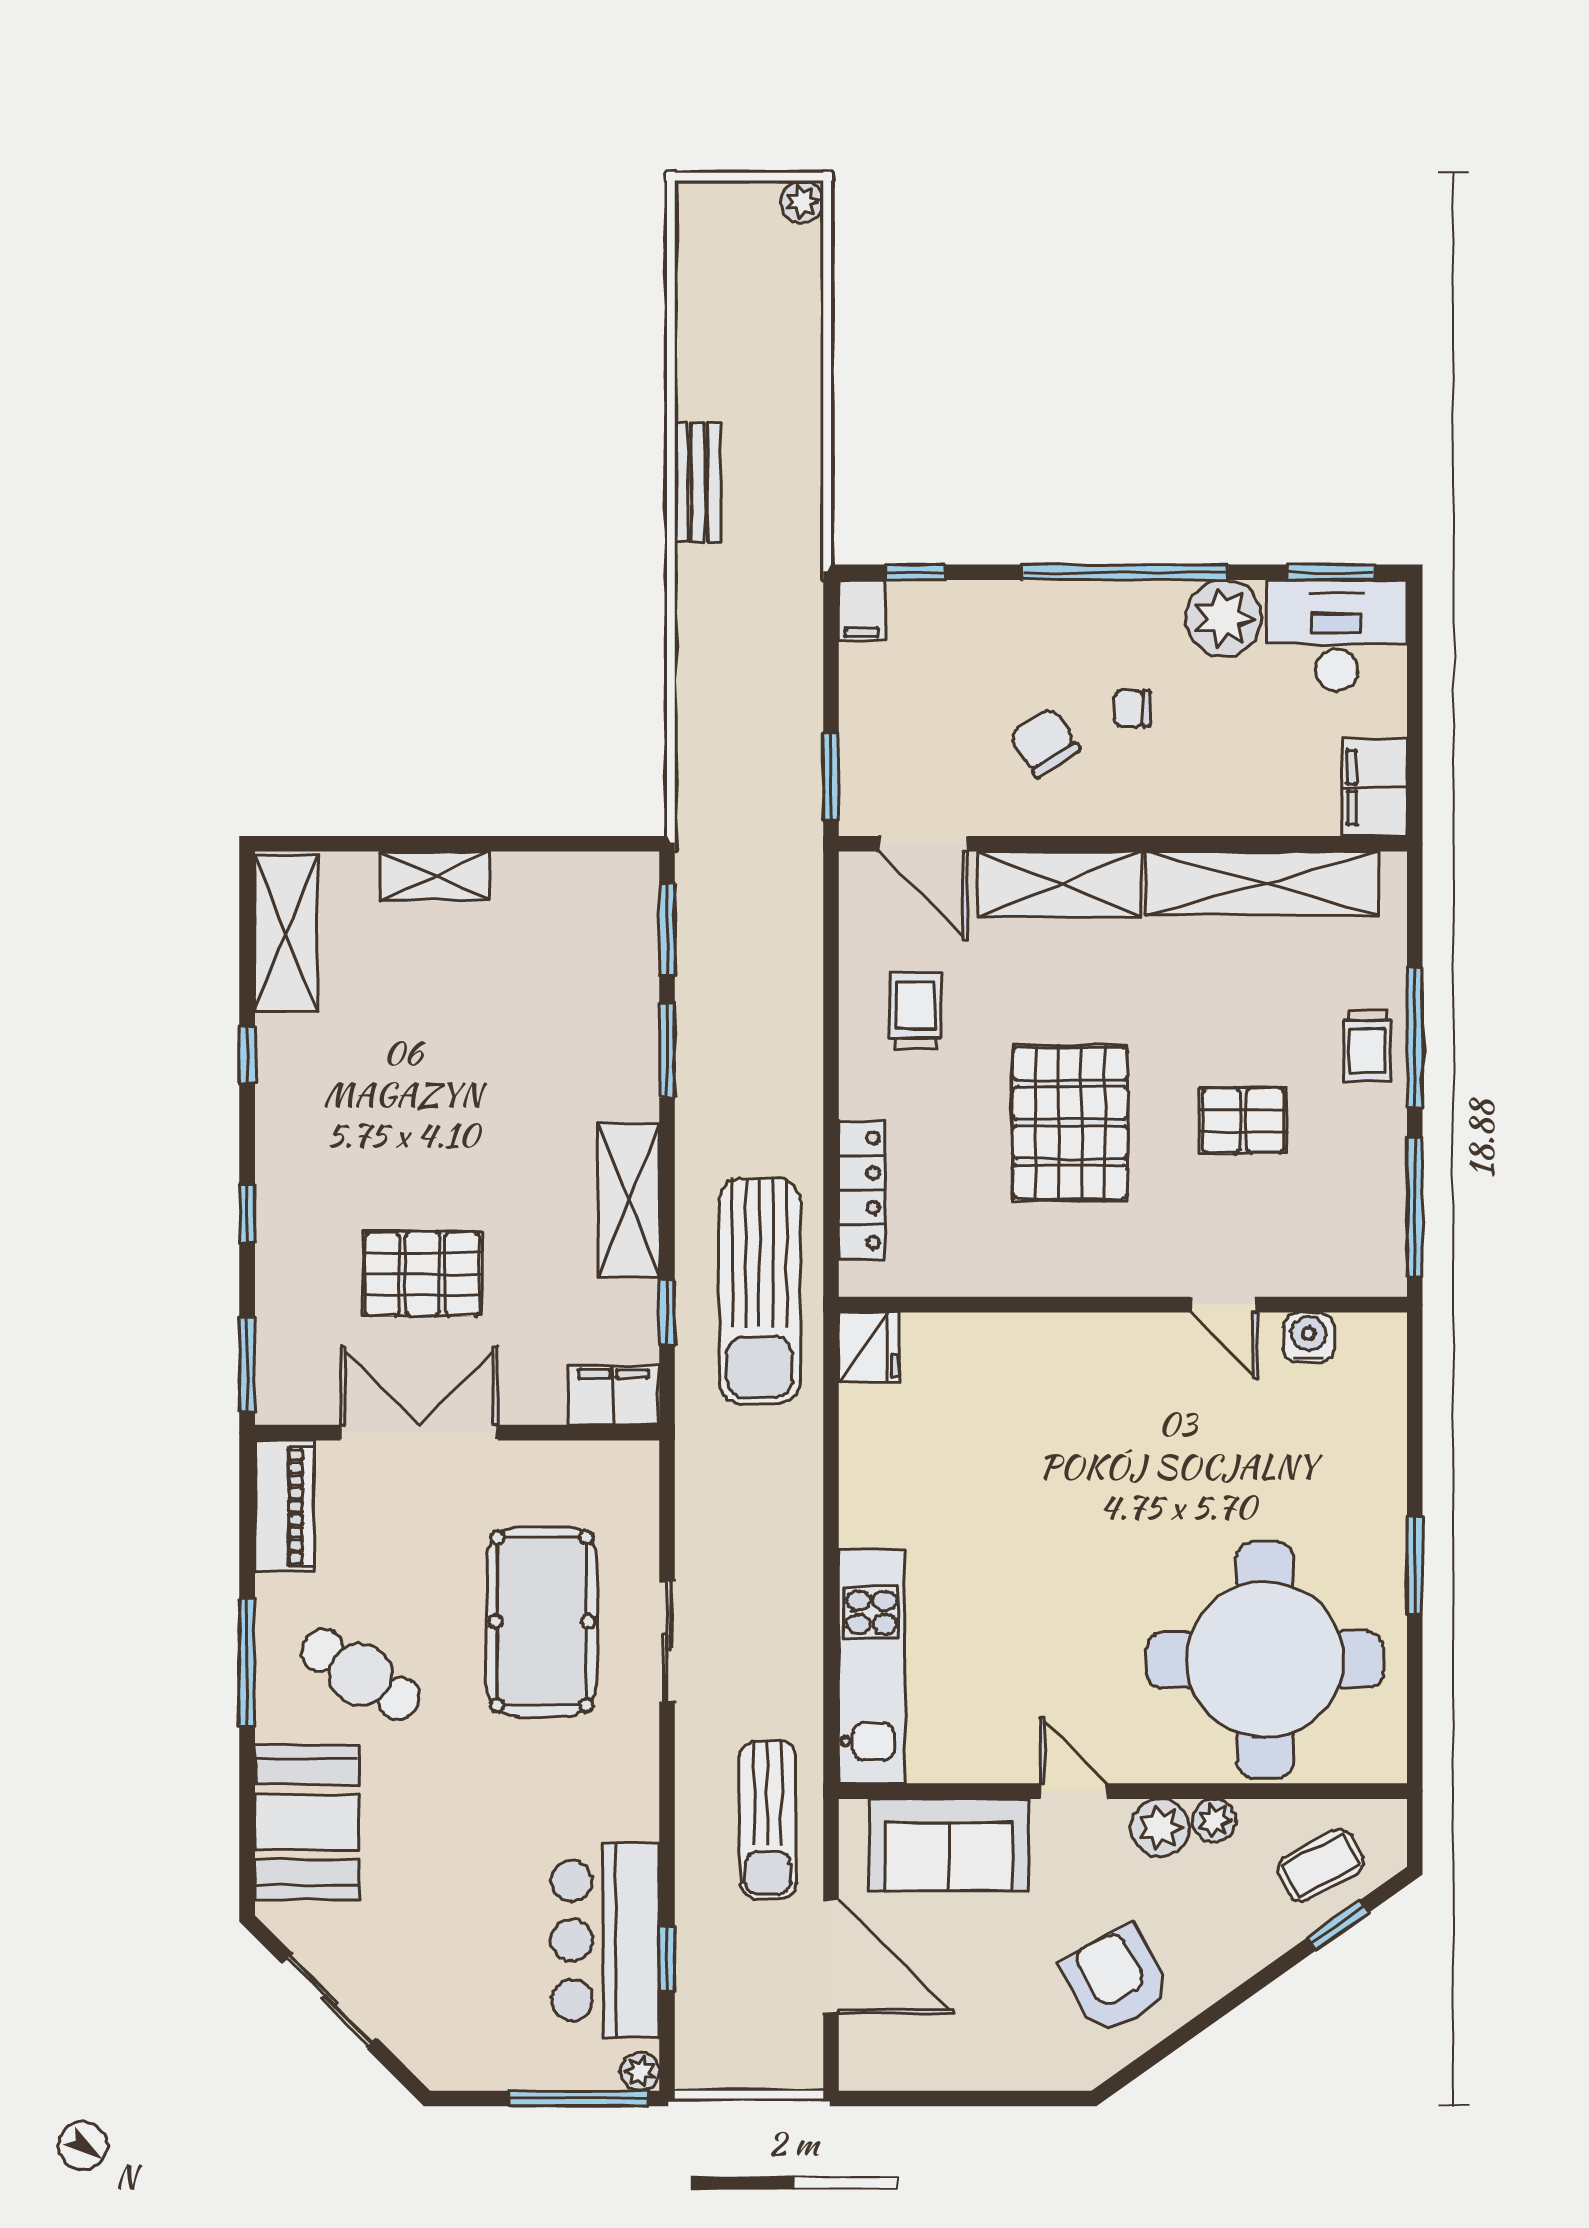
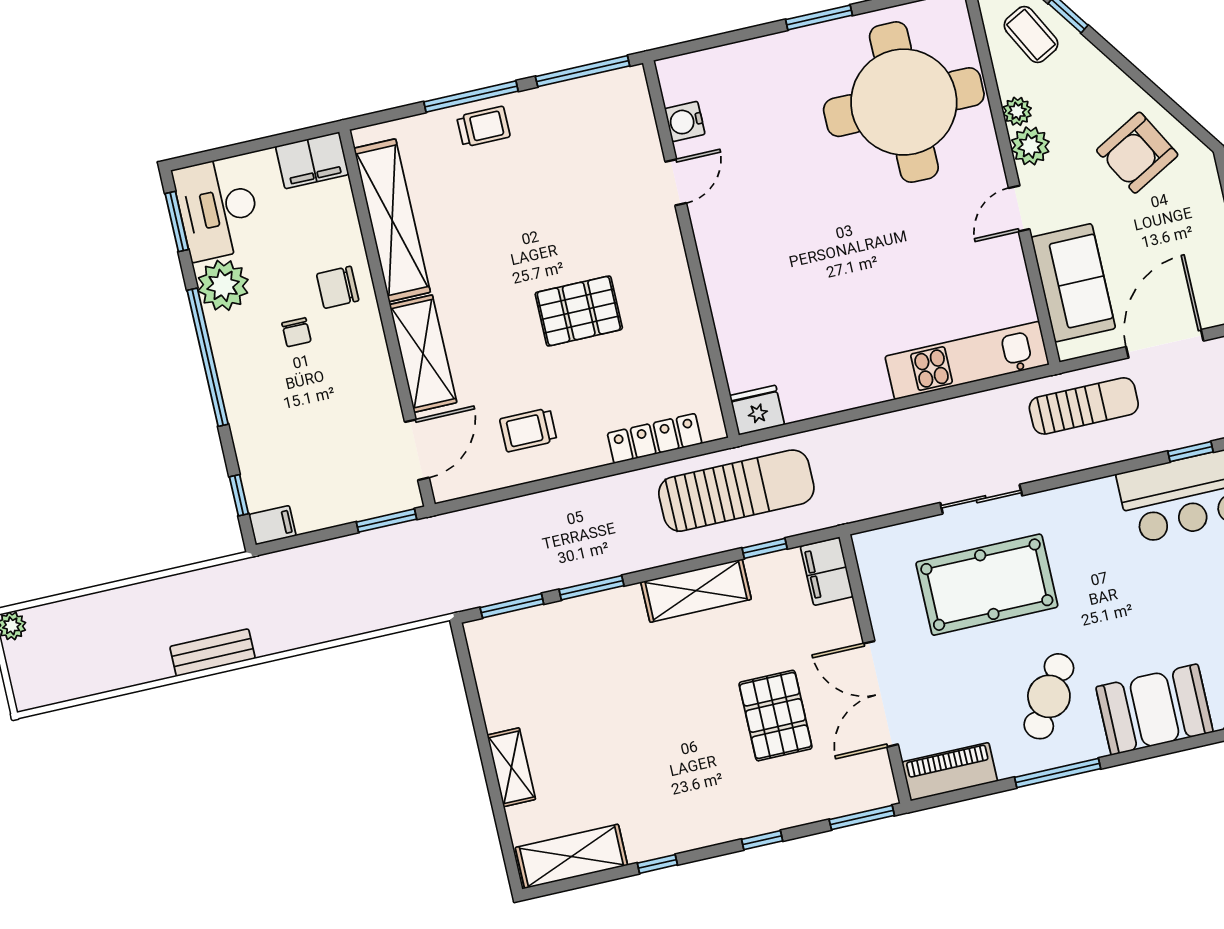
chair: (1045, 743) -> (338, 287), moved, turned 33
pallet: (1243, 1120) -> (551, 197), removed
pallet: (1070, 1123) -> (579, 311), width x0.73, depth x0.71

